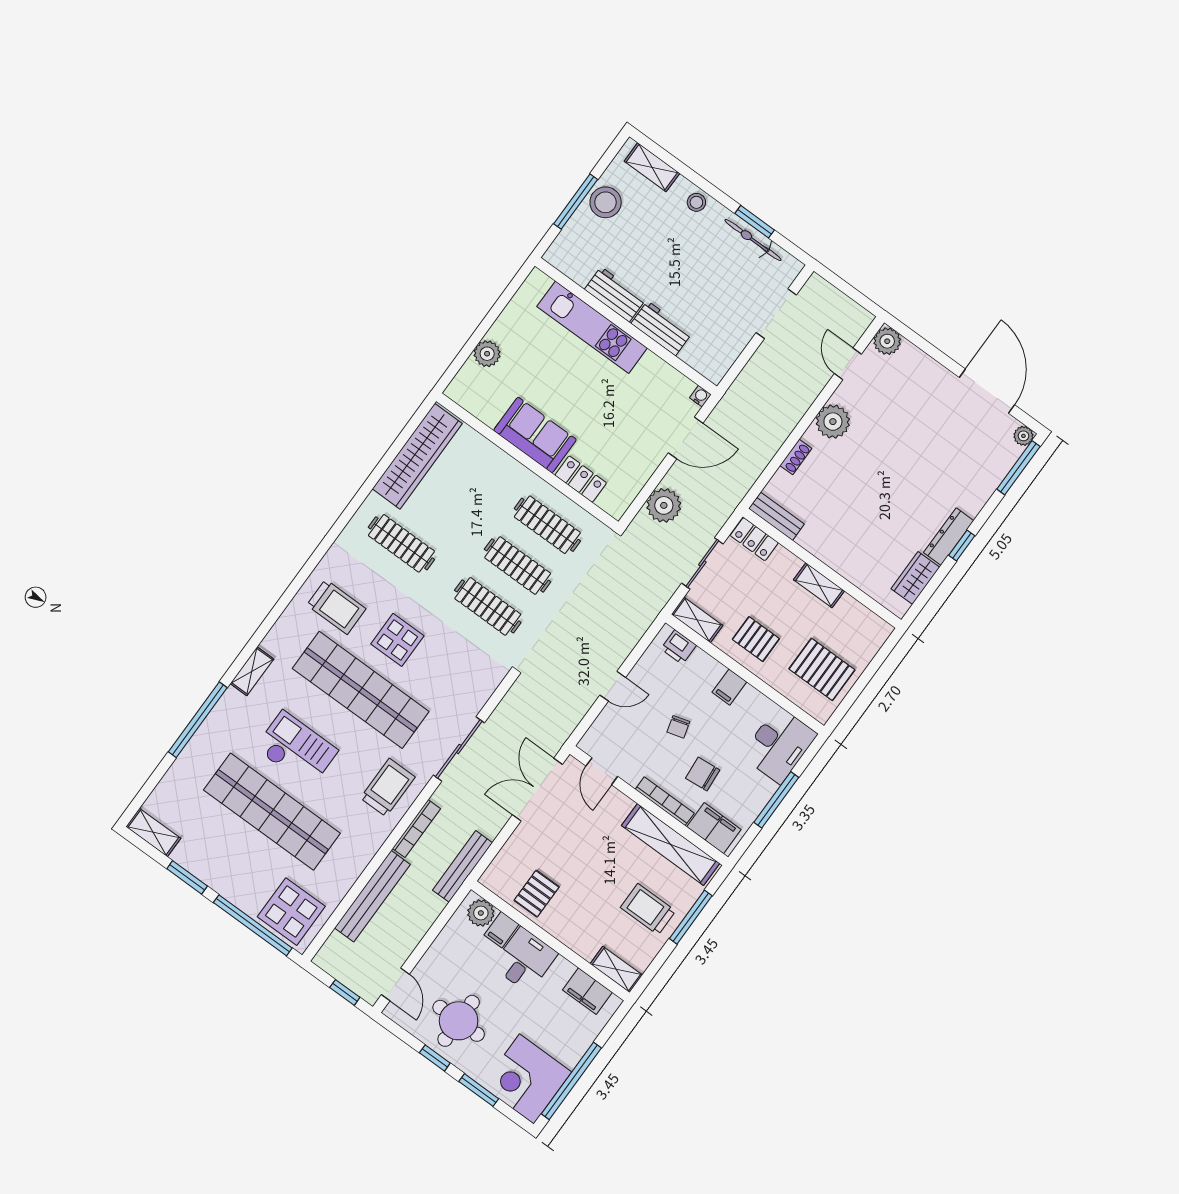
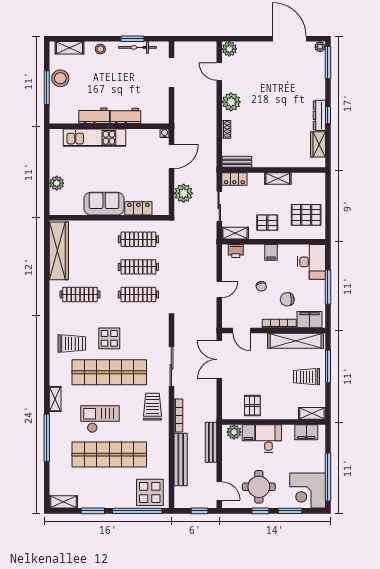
bench: (462, 866) -> (211, 442), moved

